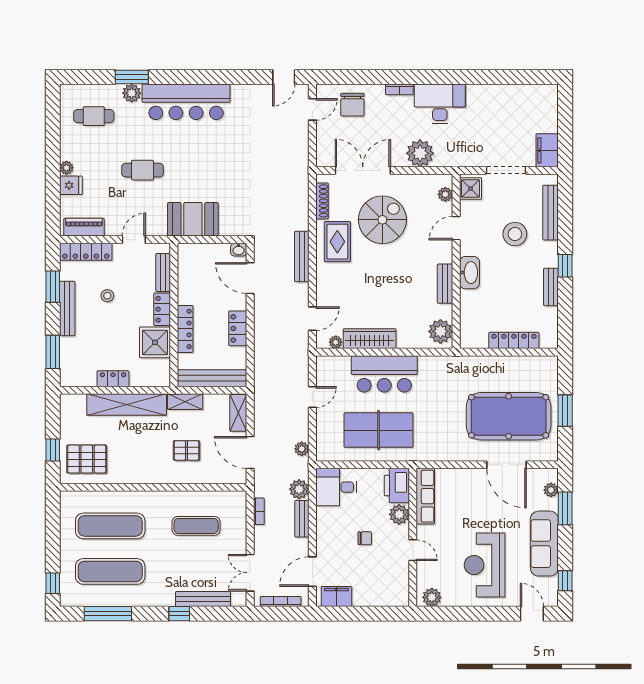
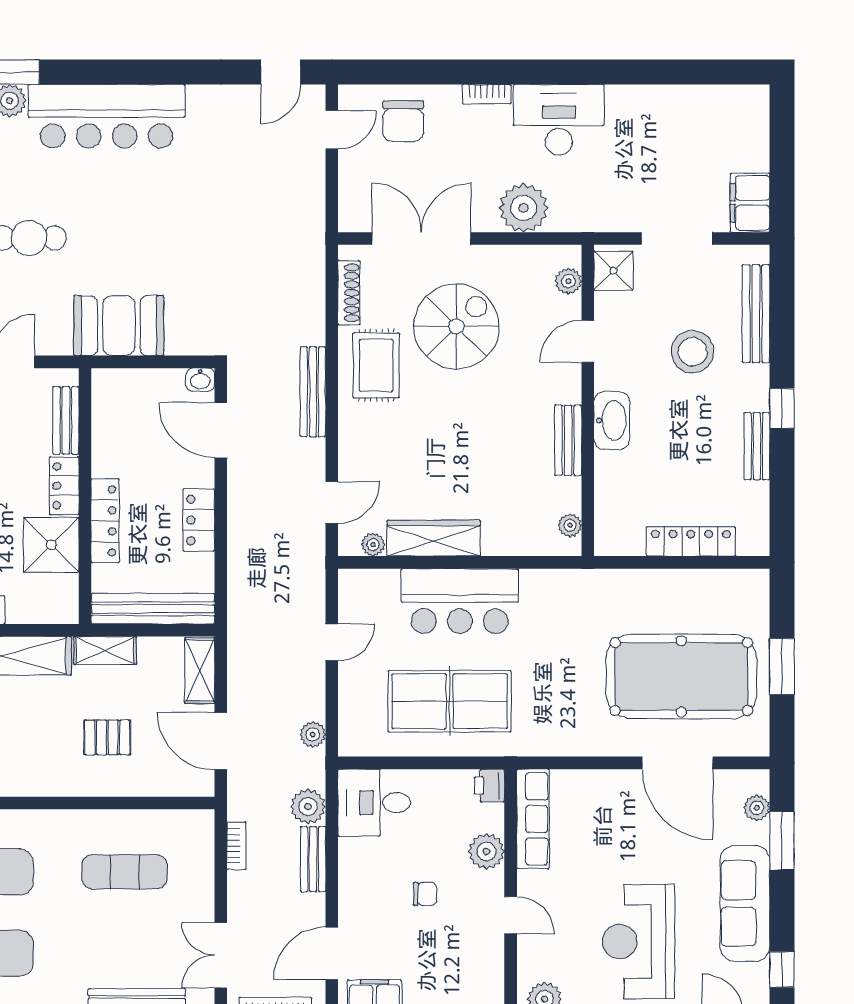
plant: (440, 331) -> (570, 525), width x0.53, depth x0.53
printer: (397, 486) -> (489, 786), width x0.53, depth x0.68

